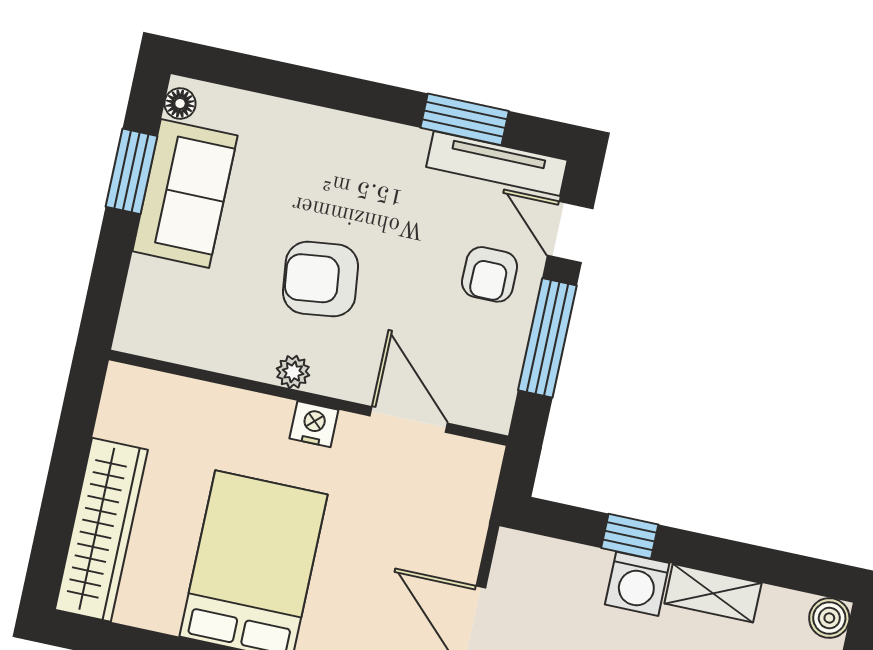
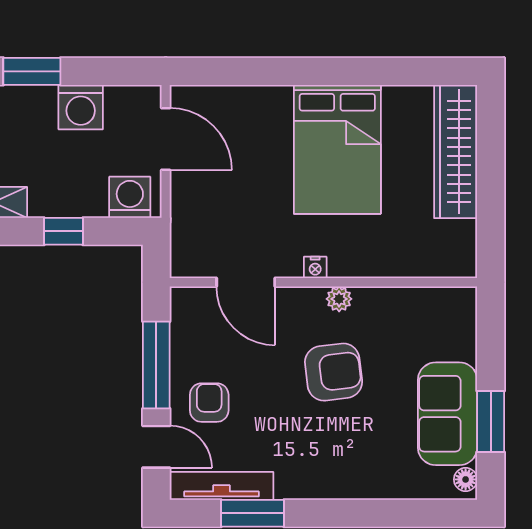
nightstand: (314, 424) -> (315, 267), width x0.72, depth x0.74
washing machine: (637, 584) -> (130, 197), moved

